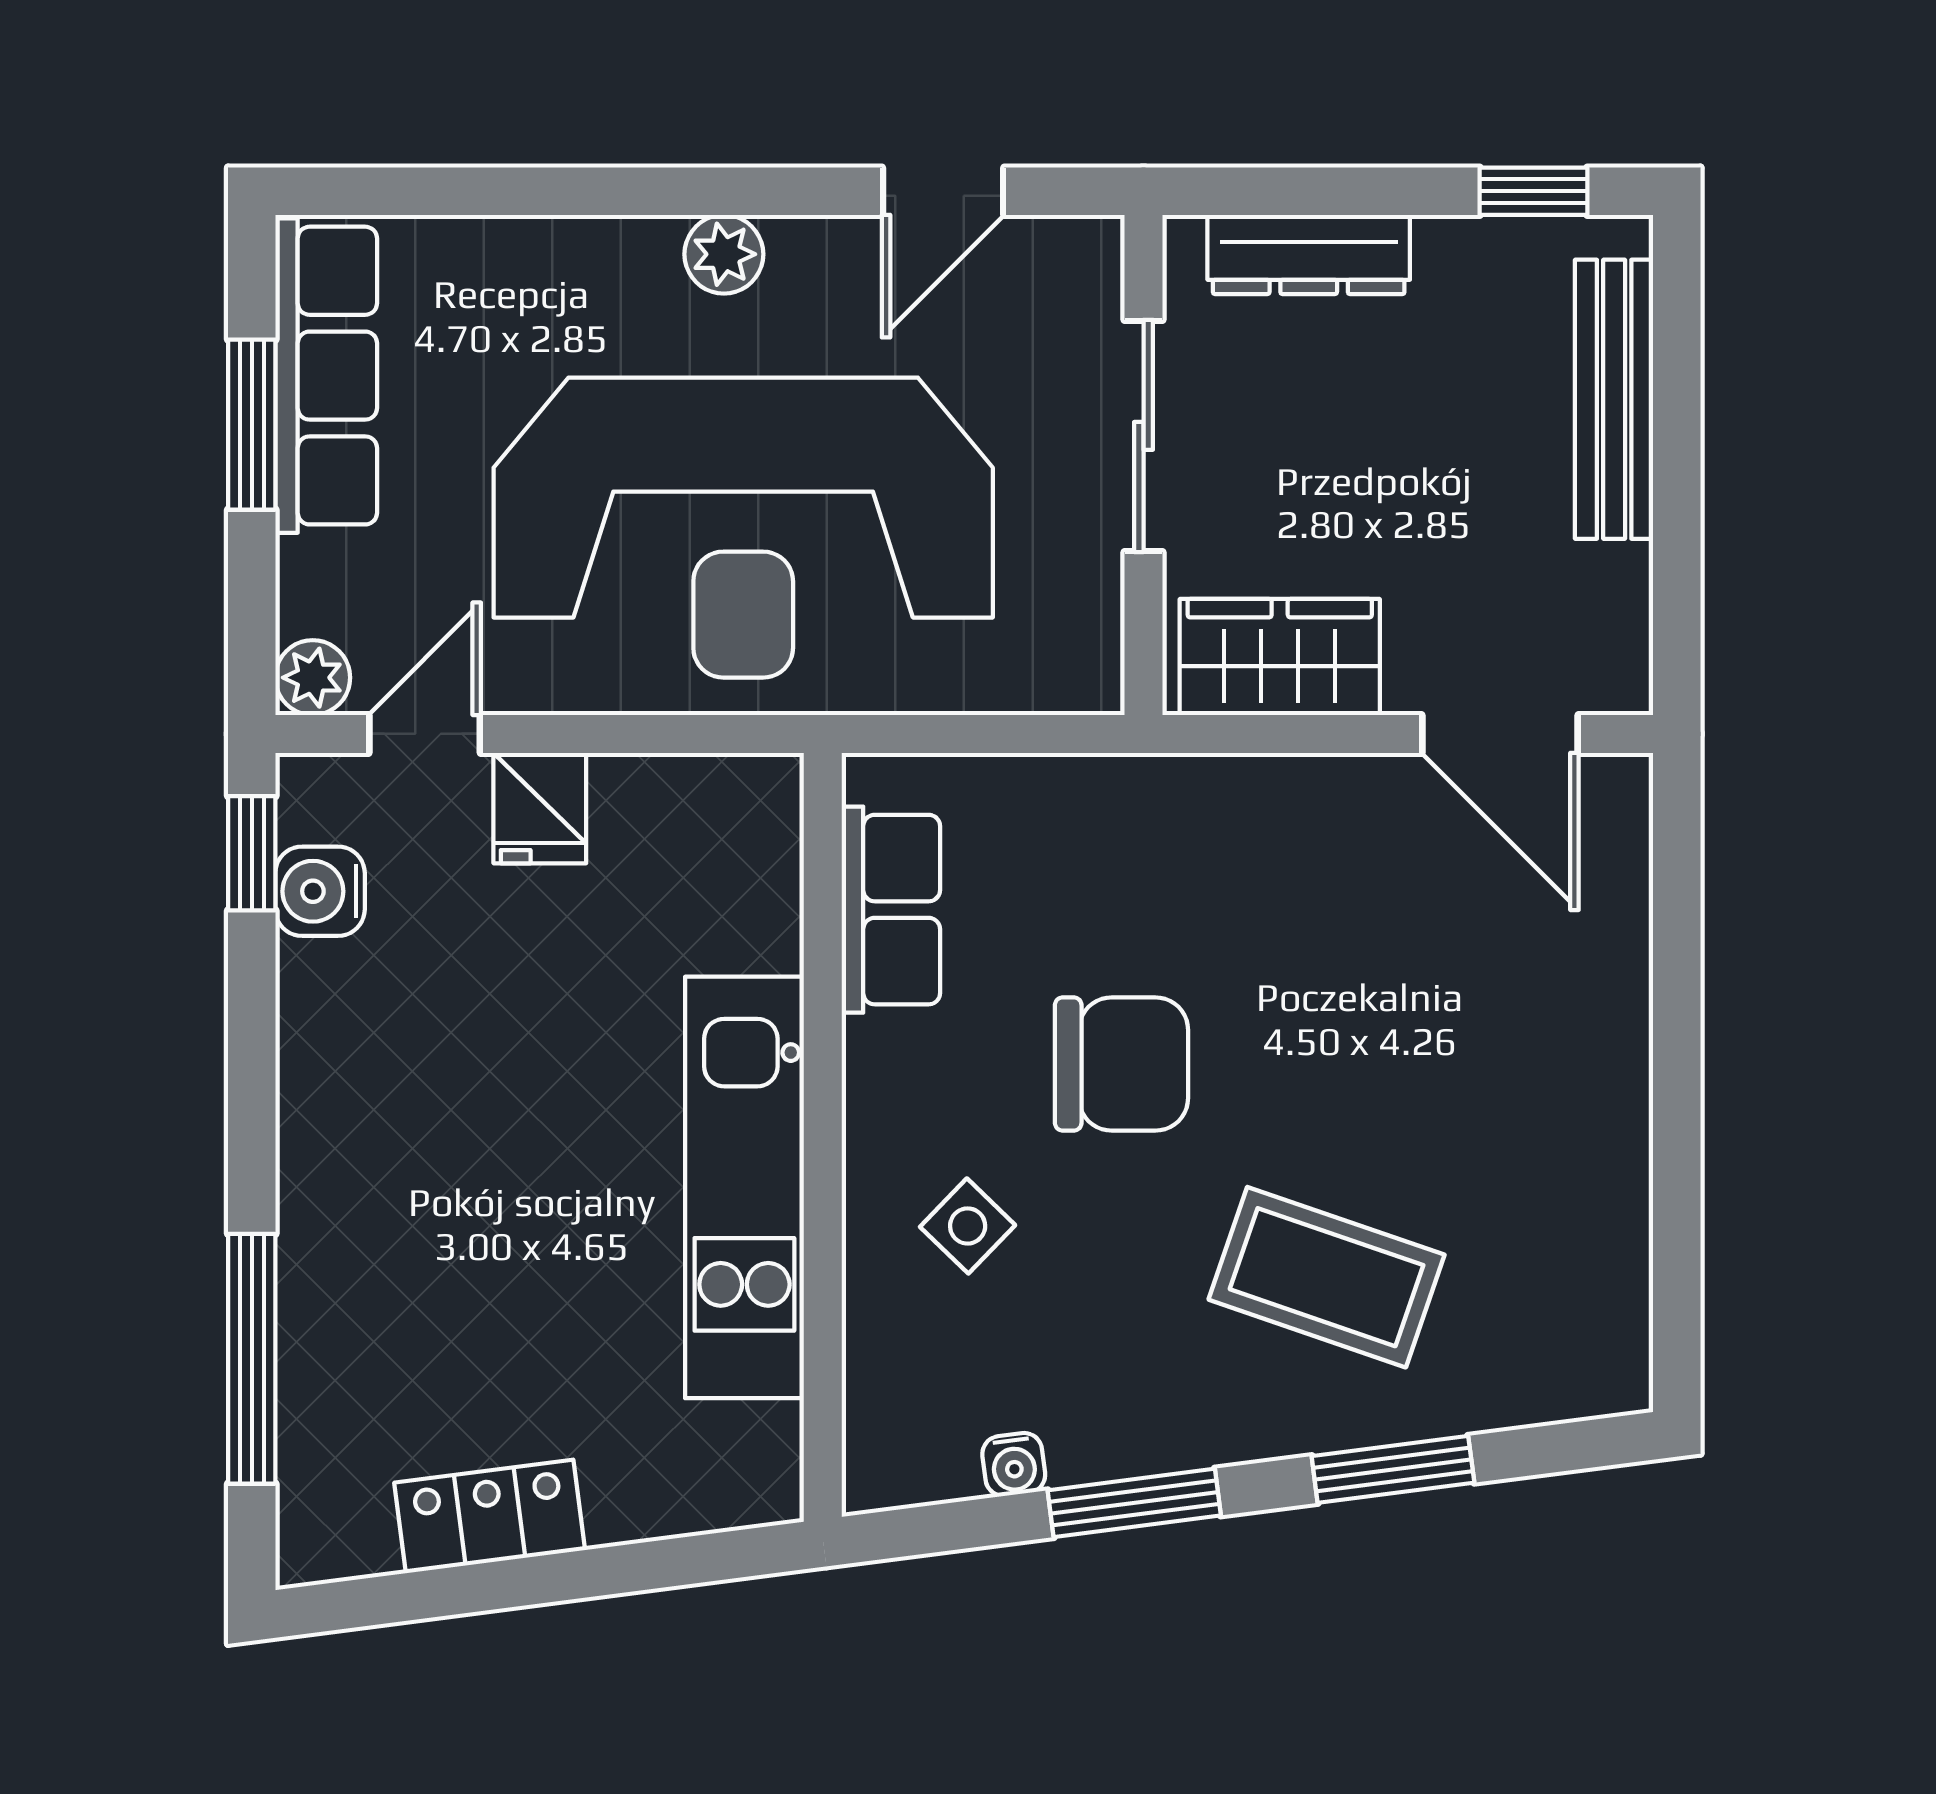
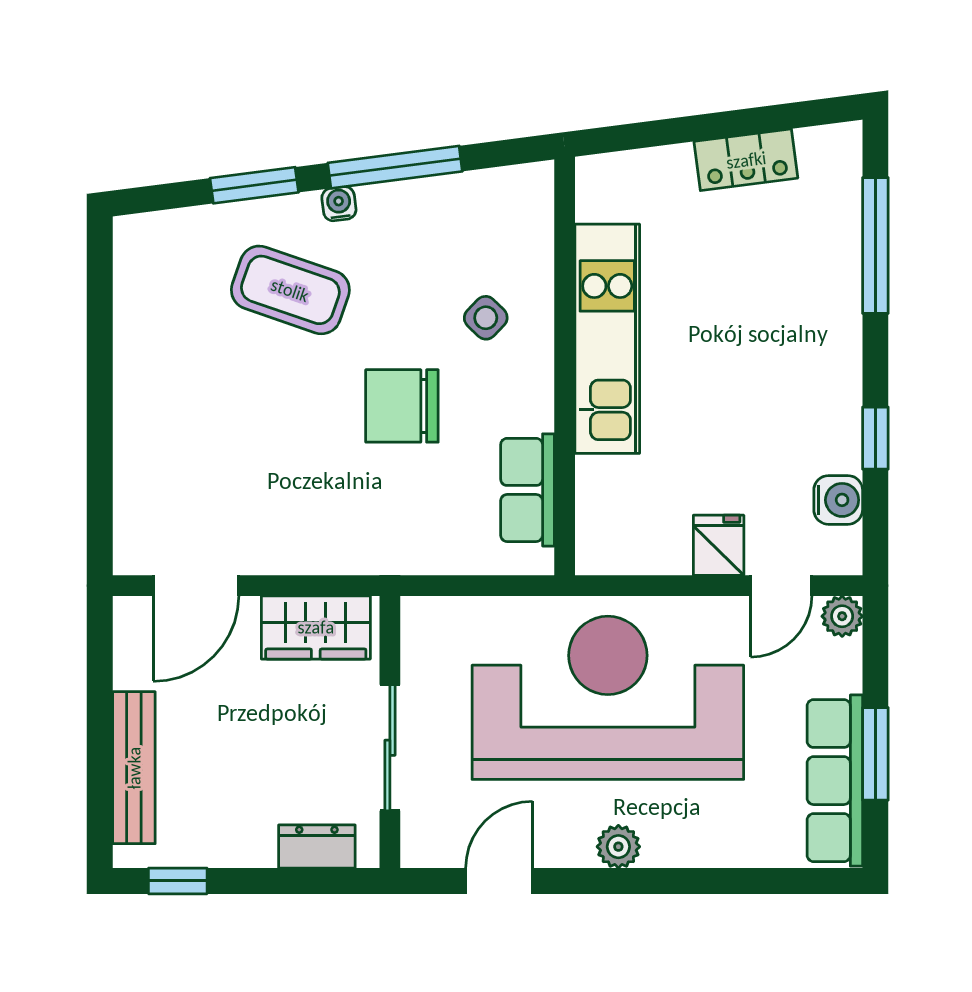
dresser: (1309, 254) -> (317, 847), width x0.70
door: (1500, 734) -> (196, 586), swing flipped
window: (252, 853) -> (875, 438), moved
water cooler: (1014, 1464) -> (339, 204), moved
window: (1134, 1503) -> (395, 167), width x1.44

